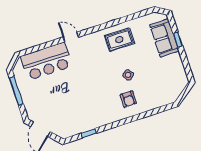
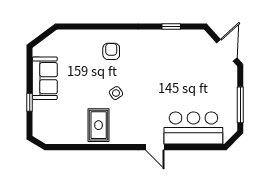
sofa: (164, 38) -> (45, 78), moved
rug: (119, 40) -> (99, 125), turned 90
side table: (128, 75) -> (116, 93), moved

